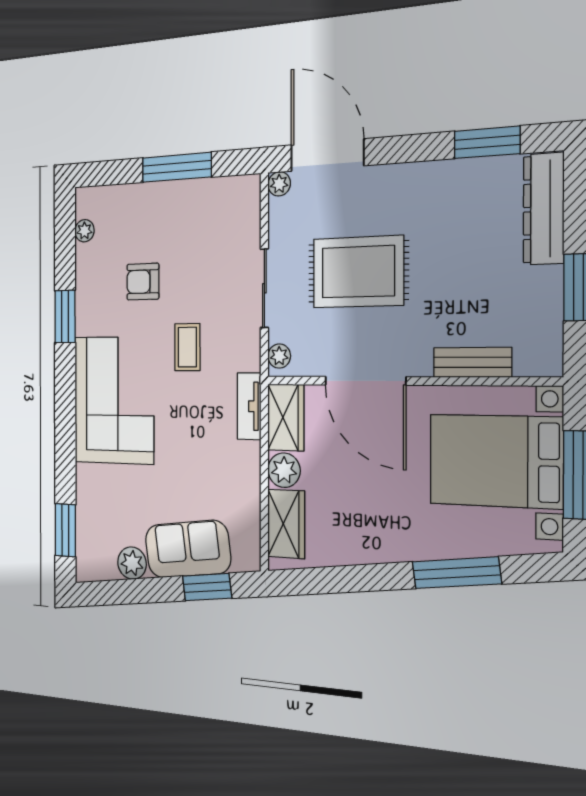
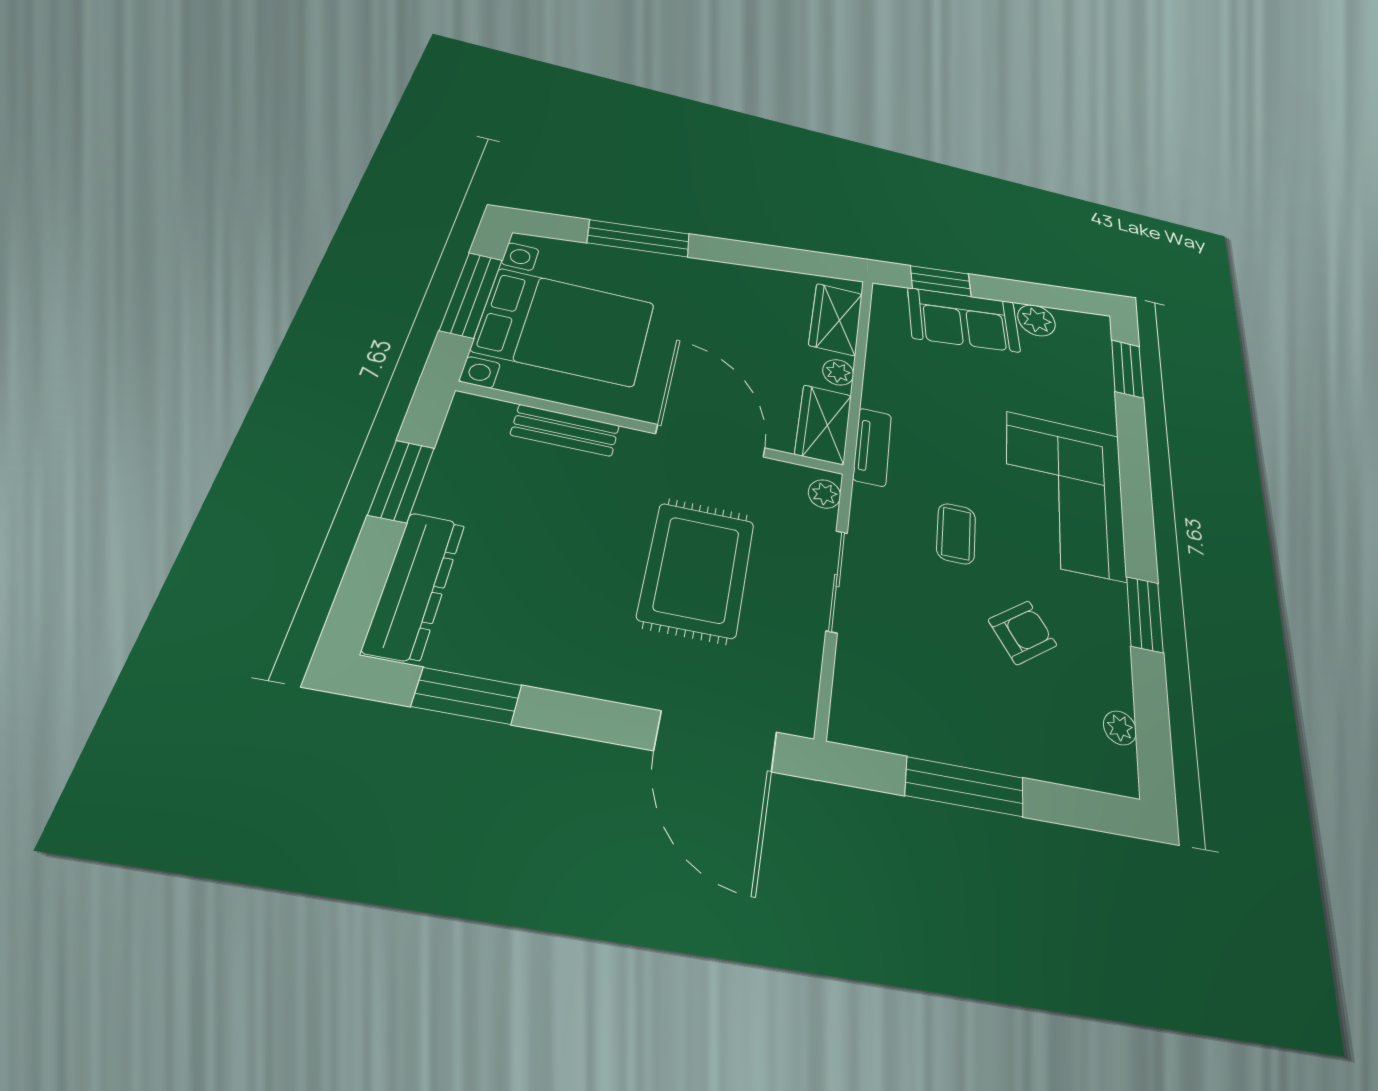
plant: (279, 184) -> (798, 718), removed
rug: (358, 272) -> (697, 569), turned 90
armchair: (143, 282) -> (1022, 633), turned -35
plant: (284, 470) -> (838, 372), width x0.73, depth x0.73

